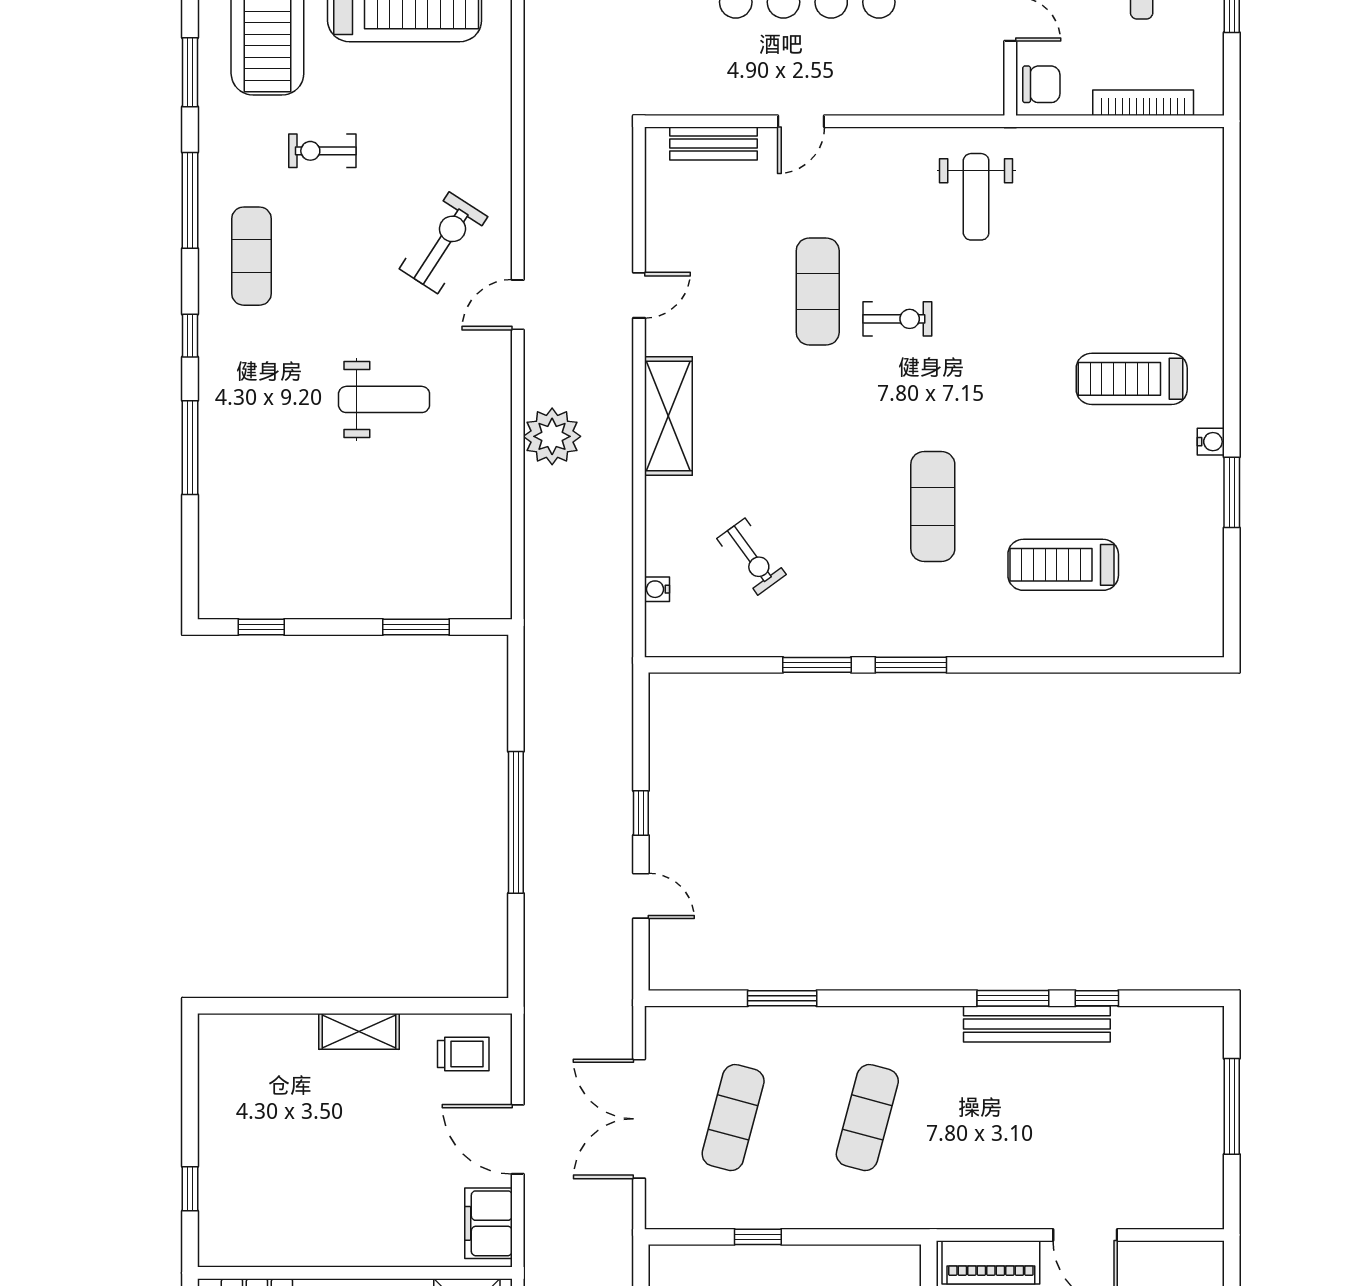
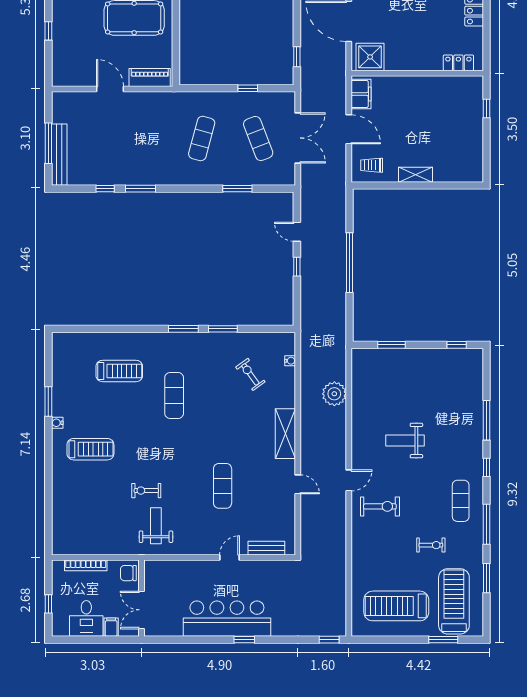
exercise bike: (443, 243) -> (380, 506), turned -123
door: (639, 295) -> (298, 484), swing flipped
exercise bike: (897, 319) -> (146, 491), moved
plant: (552, 436) -> (334, 394), moved
bench: (1037, 1024) -> (59, 155), moved, turned 90
exercise mat: (733, 1118) -> (258, 138), turned -36

